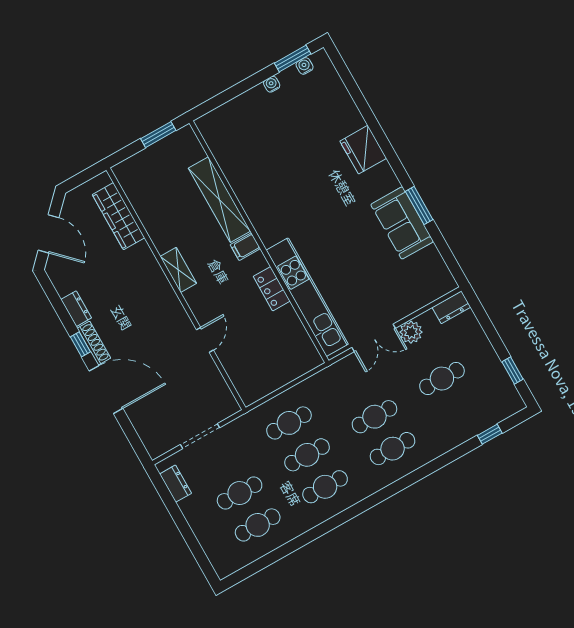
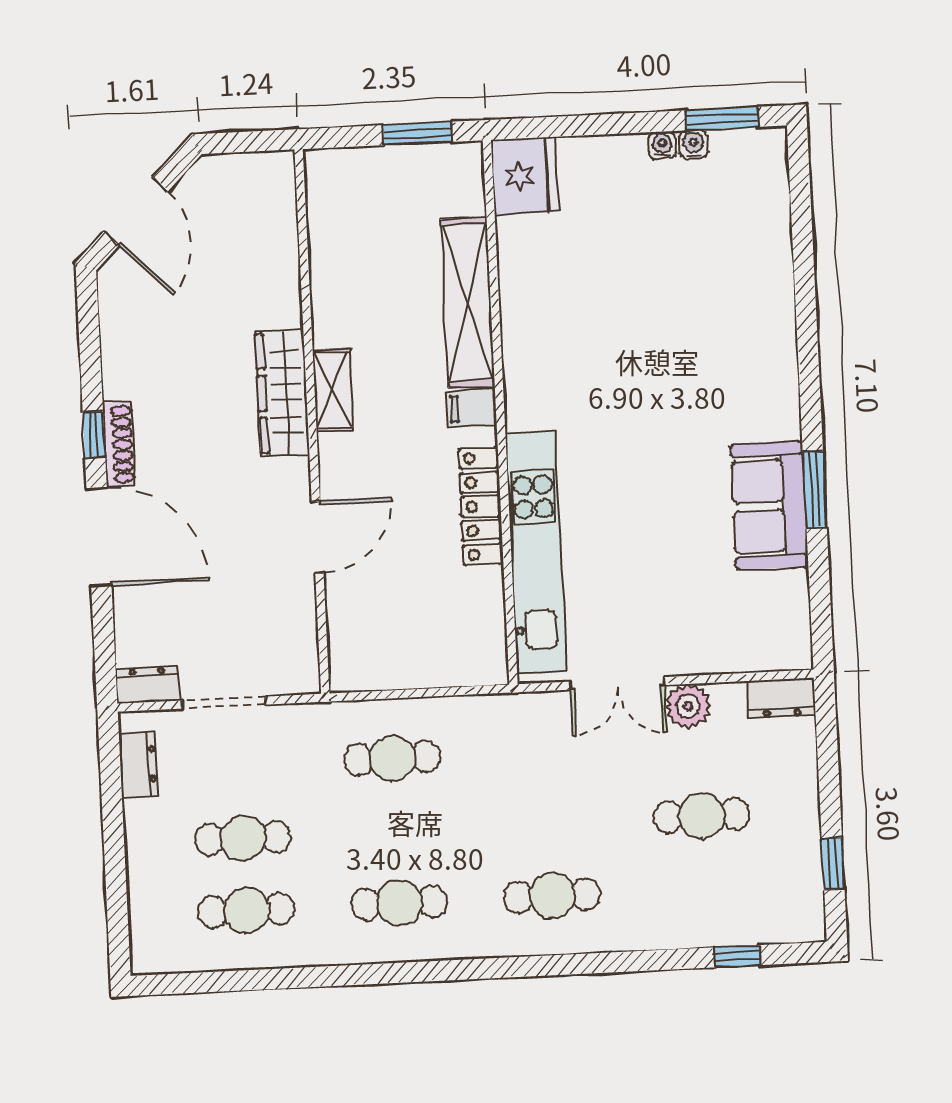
water cooler: (305, 66) -> (694, 144), moved
fridge: (363, 150) -> (524, 176), moved, turned 180
wardrobe: (118, 216) -> (282, 393), moved
locker: (272, 289) -> (481, 506), width x1.53
dresser: (76, 309) -> (147, 685), moved, turned -90
door: (205, 340) -> (318, 537), width x1.38
cafe table: (374, 417) -> (549, 823), removed
cafe table: (307, 455) -> (396, 831), removed

